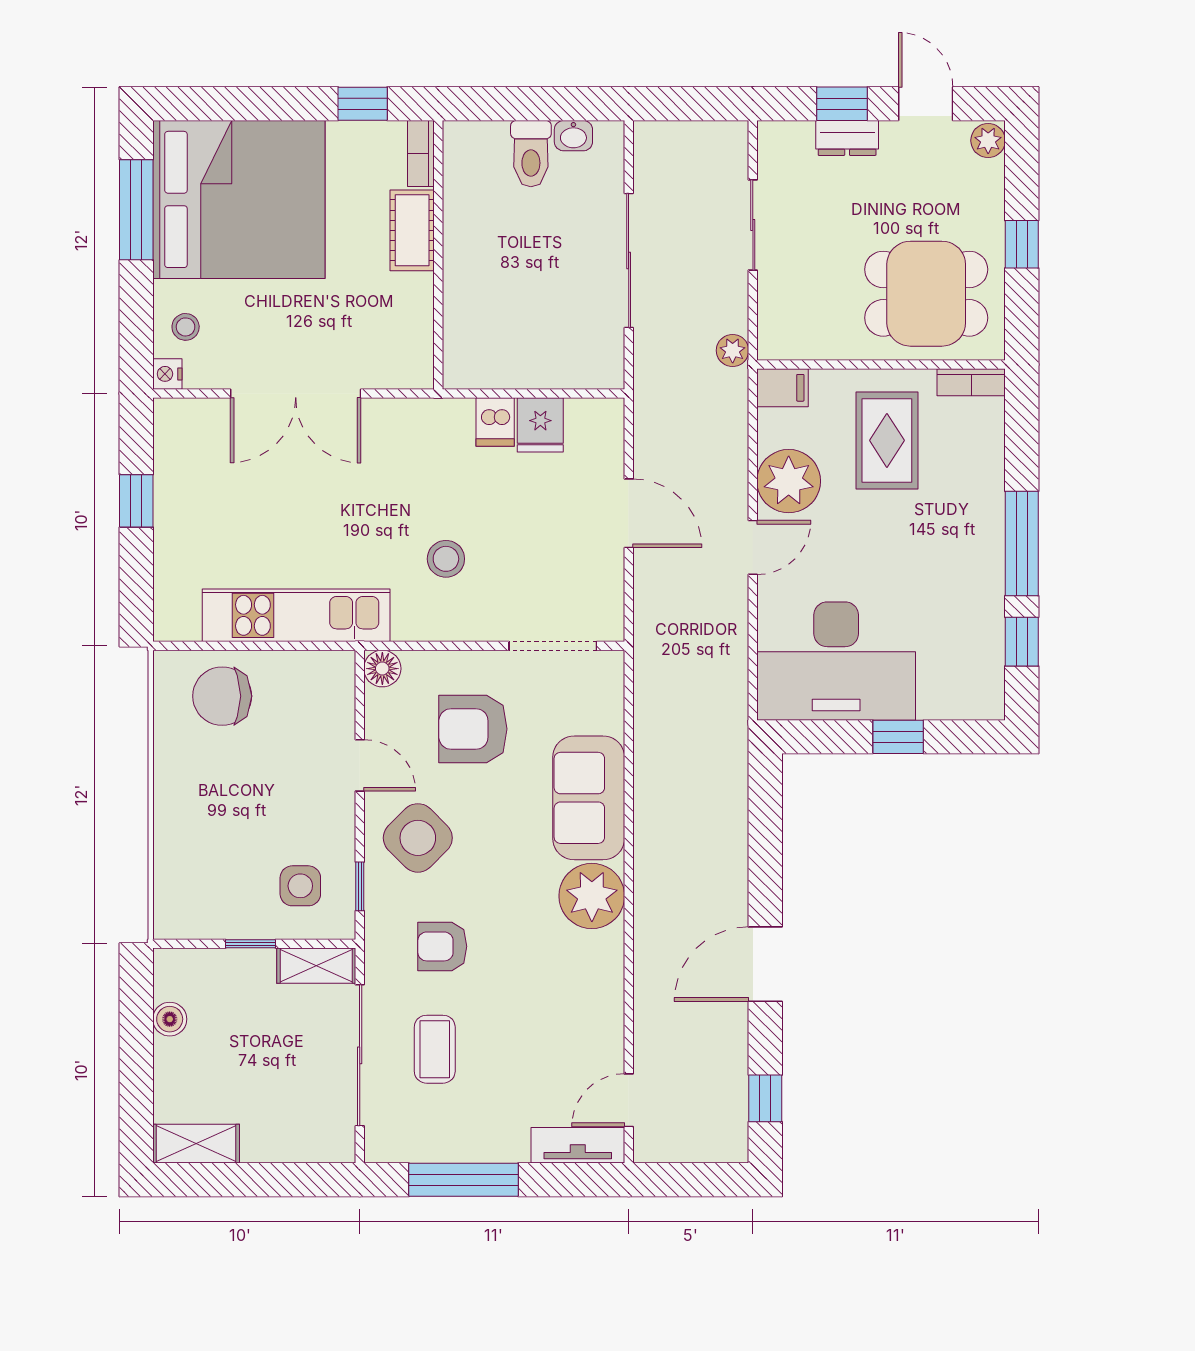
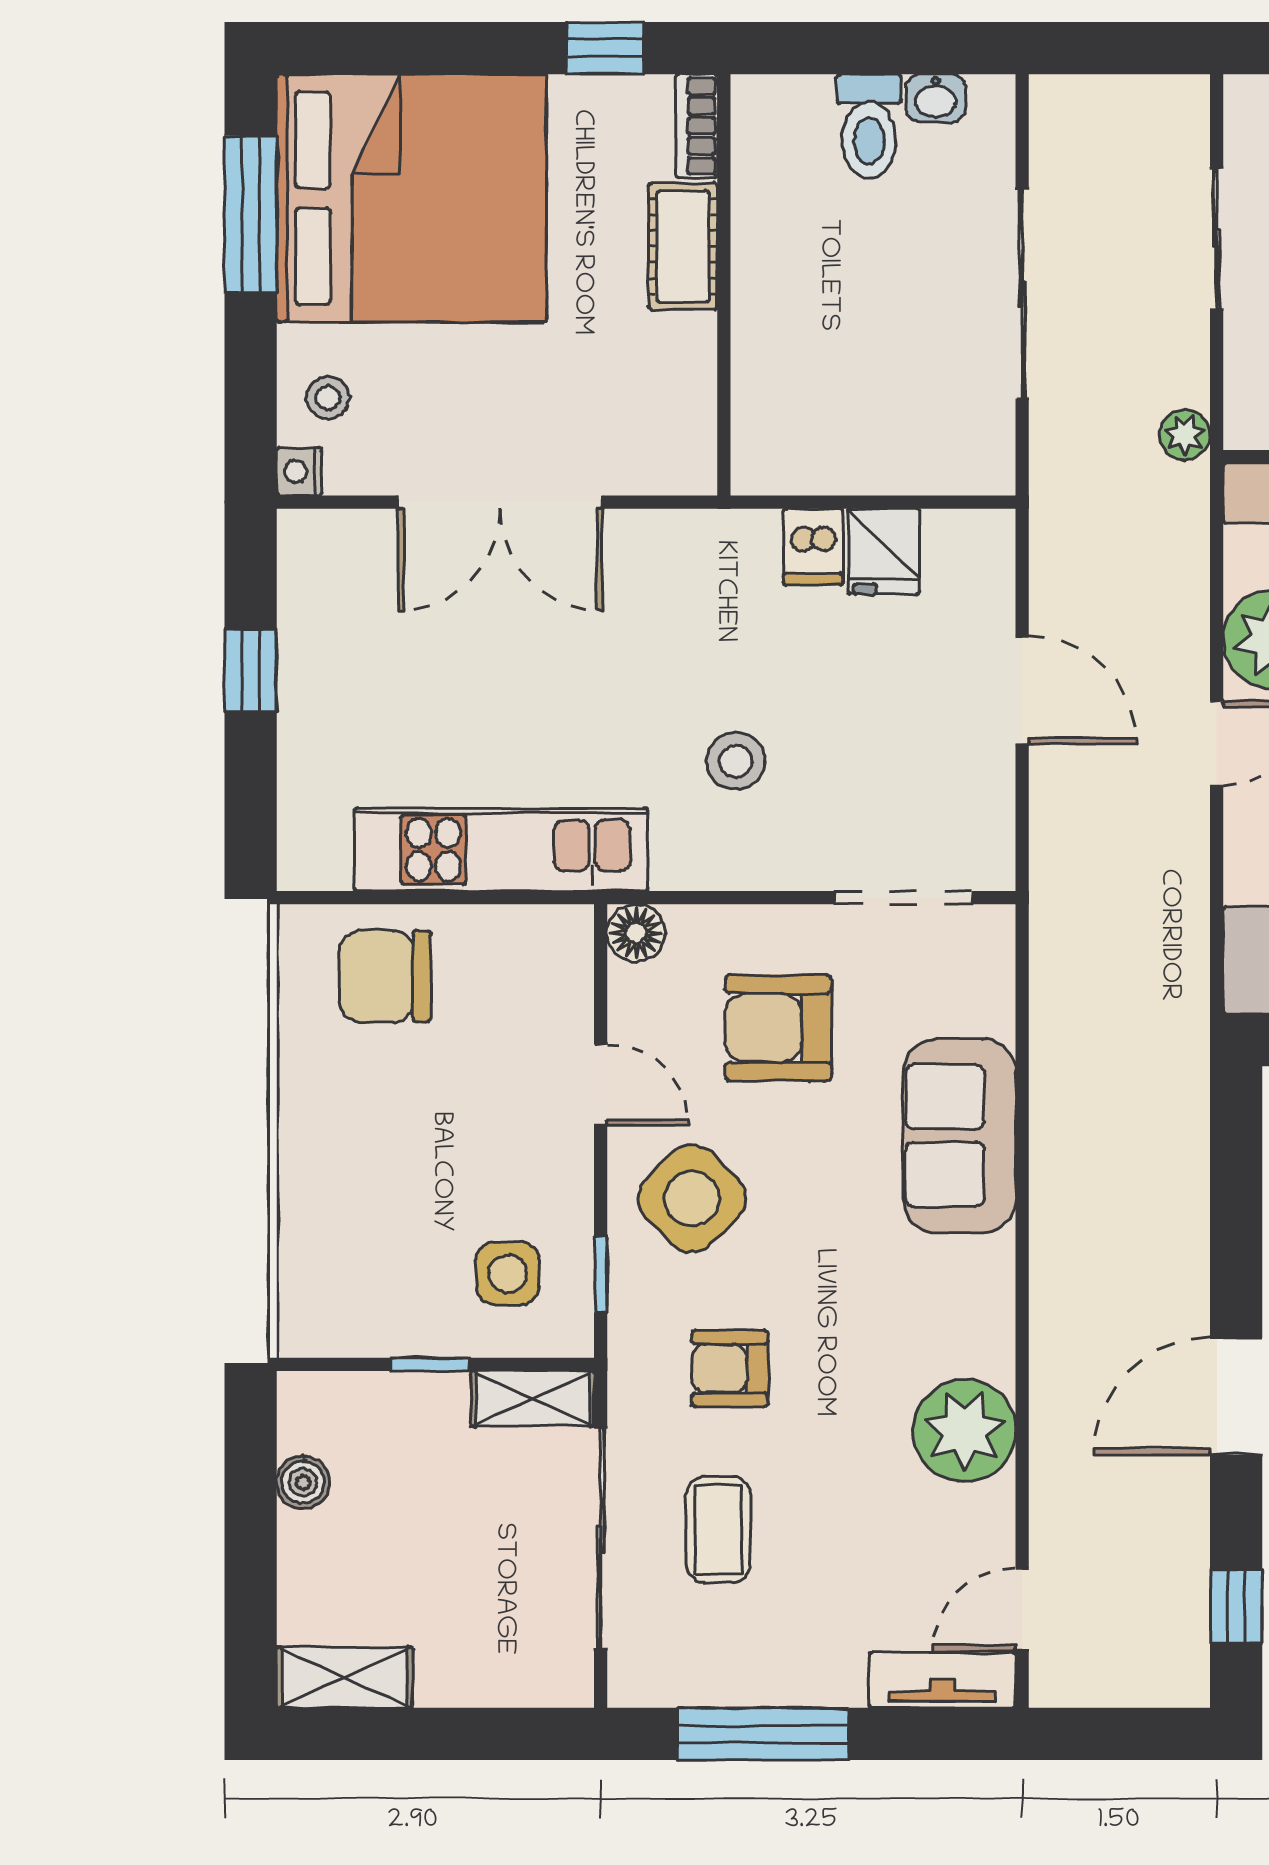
plant: (592, 896) -> (964, 1430), moved

